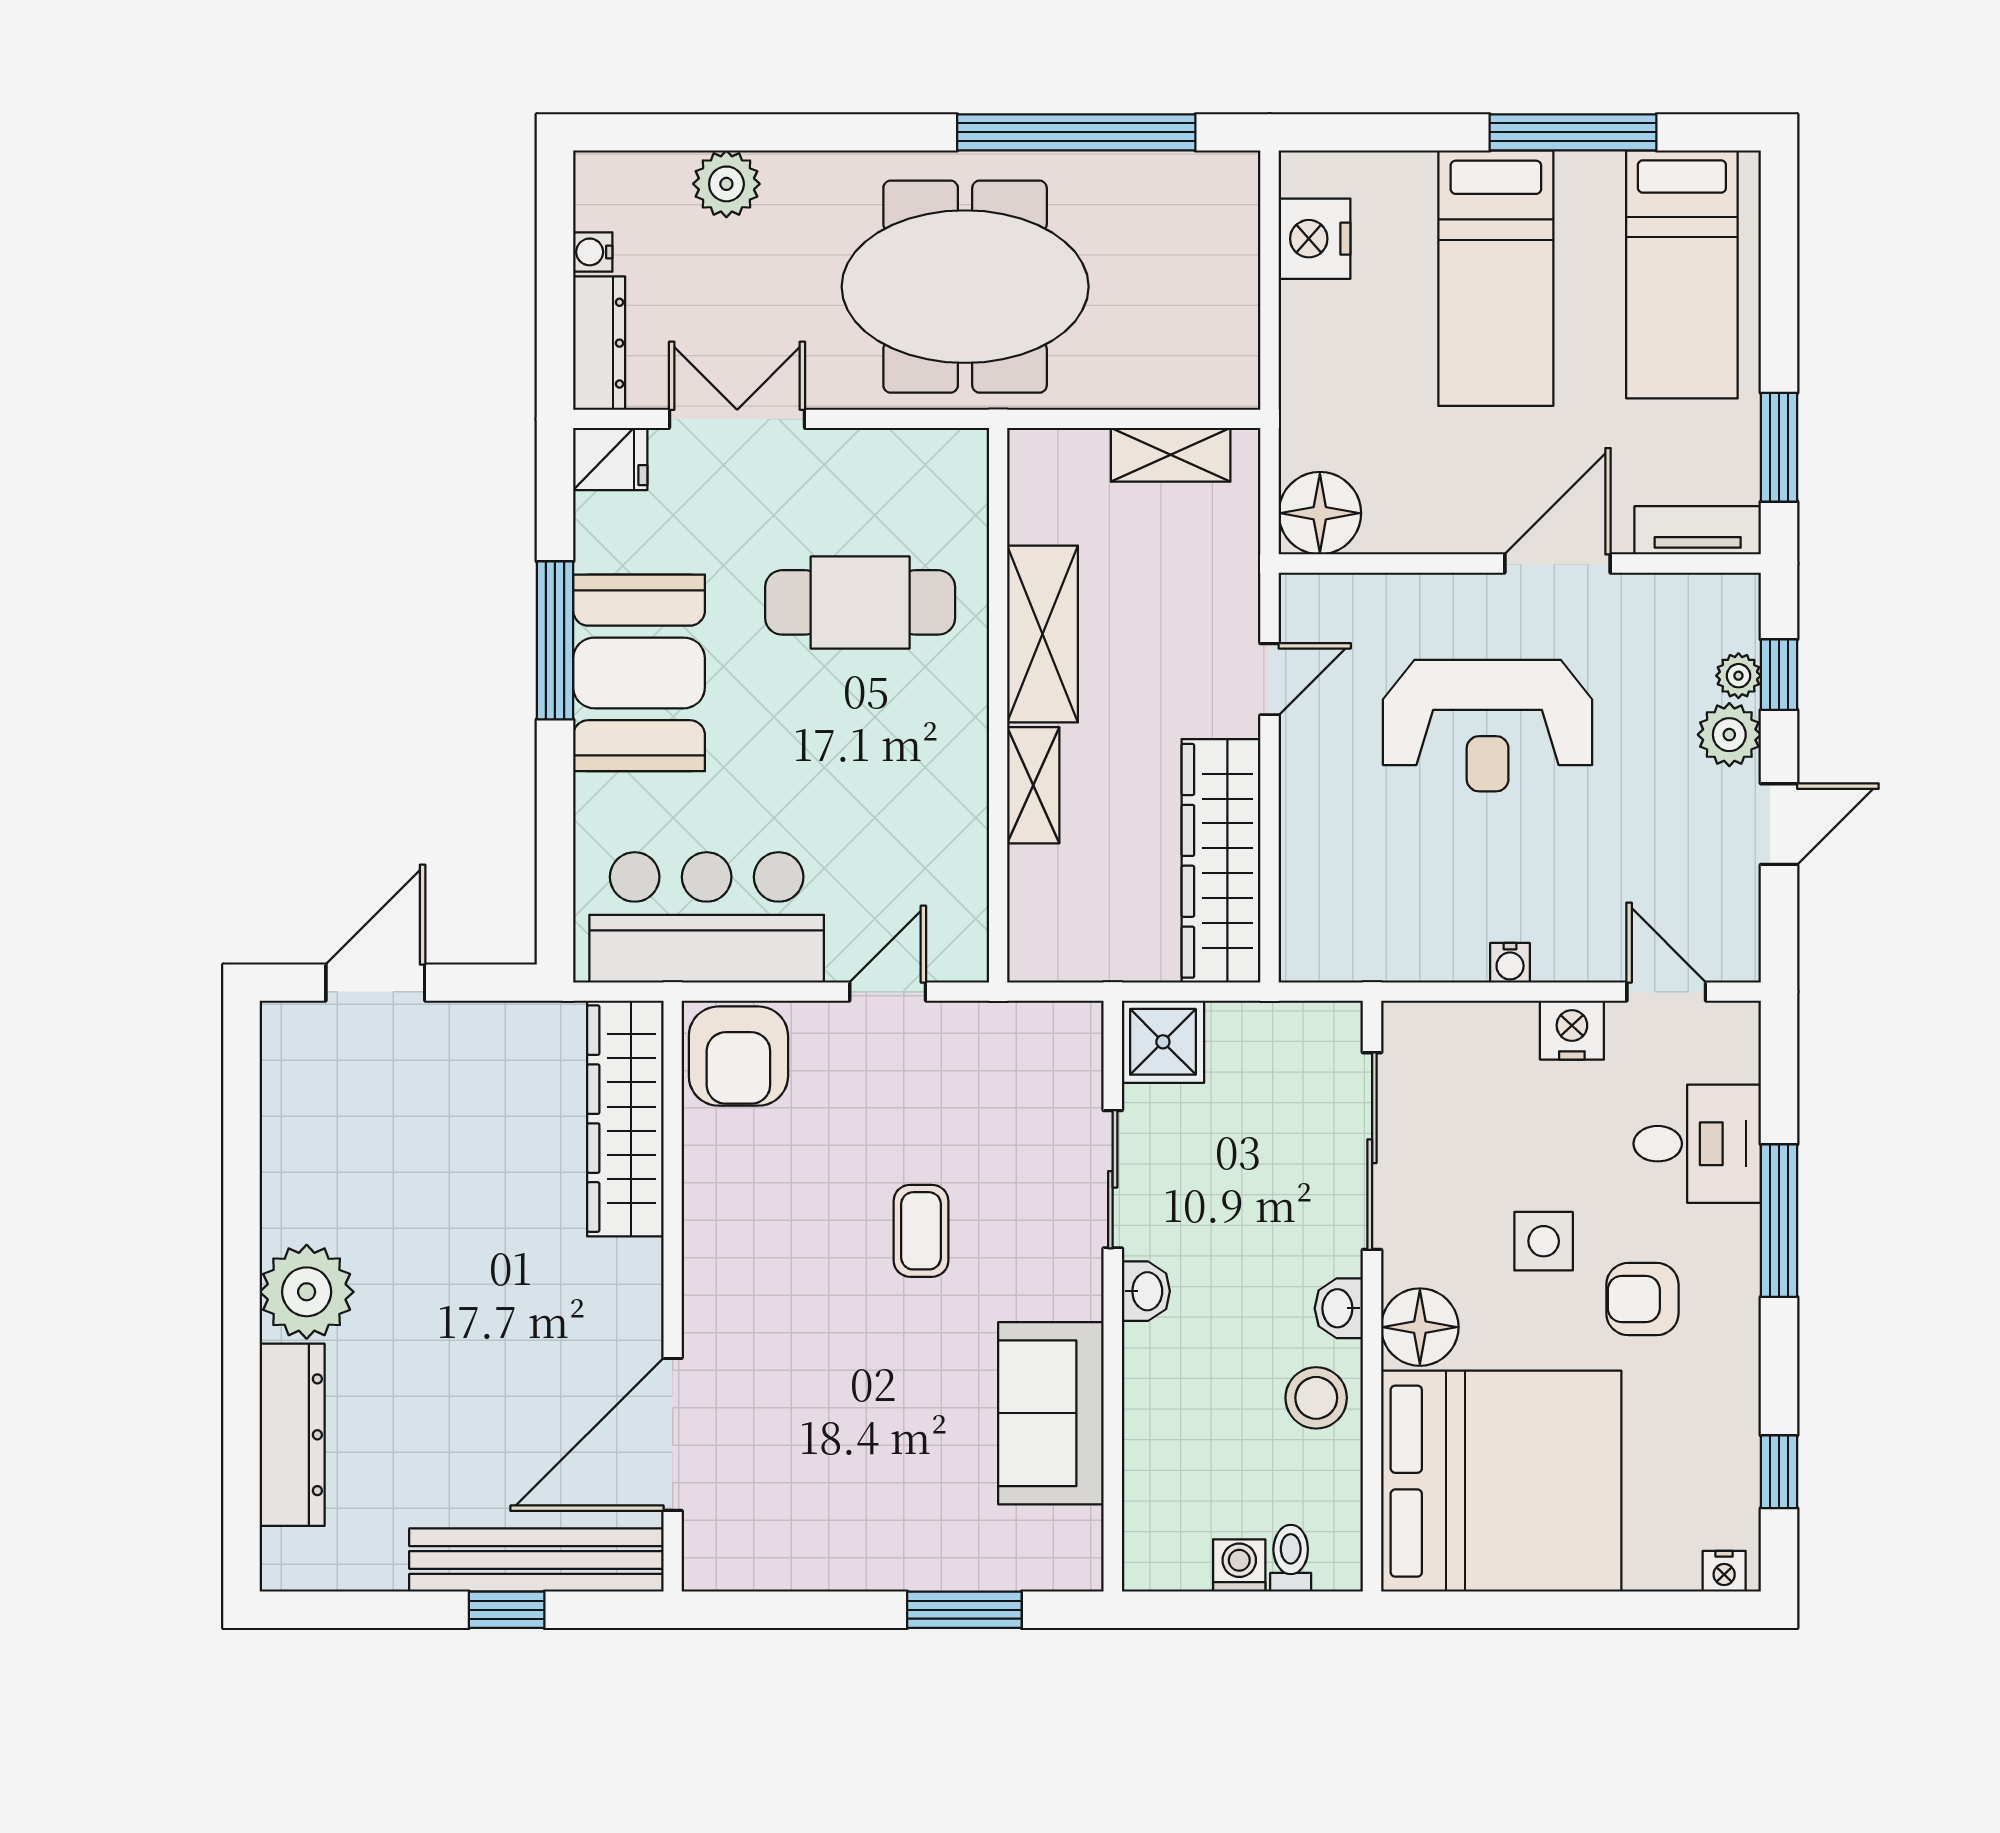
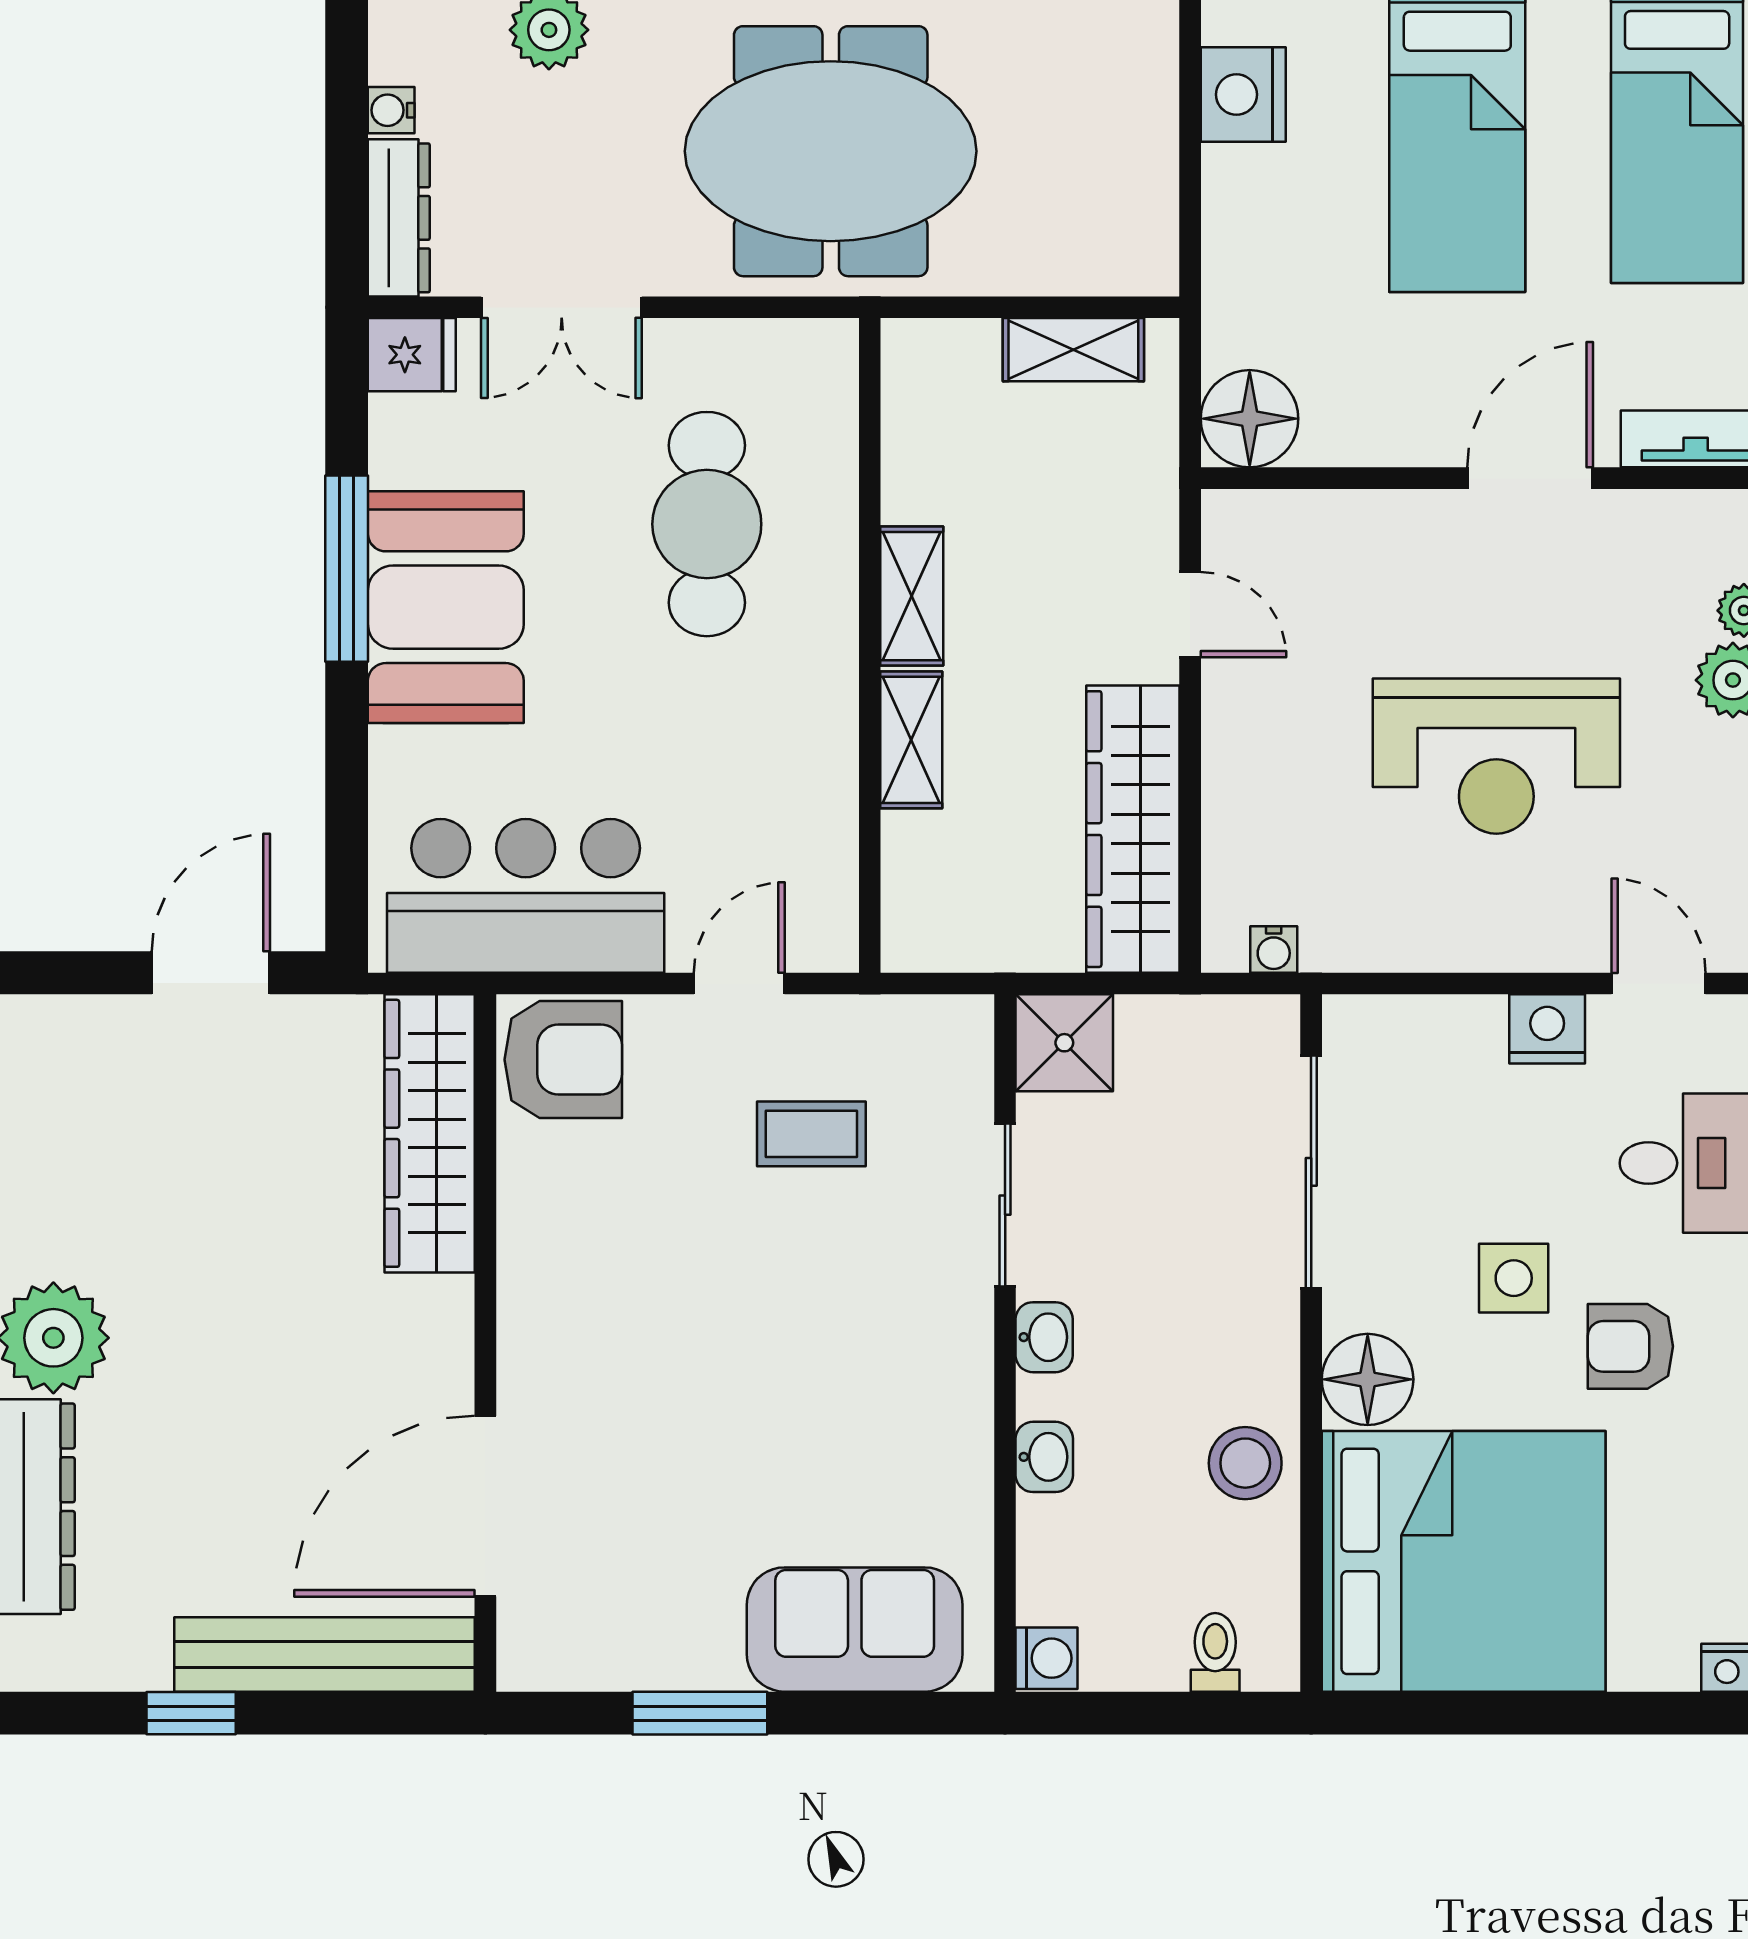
double door: (737, 419) -> (562, 307), swing flipped
cafe table: (860, 602) -> (707, 524), turned 90
shelving: (1043, 634) -> (912, 596), width x0.67, depth x0.75
door: (1270, 679) -> (1190, 615), hinge flipped
reception desk: (1488, 726) -> (1496, 756), moved
water cooler: (1510, 963) -> (1274, 949), moved
door: (375, 983) -> (211, 973), moved
armchair: (738, 1056) -> (563, 1060), turned -90
coffee table: (921, 1231) -> (811, 1134), moved, turned 90
washbasin: (1339, 1308) -> (1044, 1457), moved, turned 180
sofa: (1051, 1413) -> (855, 1630), moved, turned 90
washing machine: (1239, 1565) -> (1047, 1658), moved, turned 90
window: (507, 1610) -> (191, 1713), moved
window: (964, 1610) -> (700, 1713), moved

